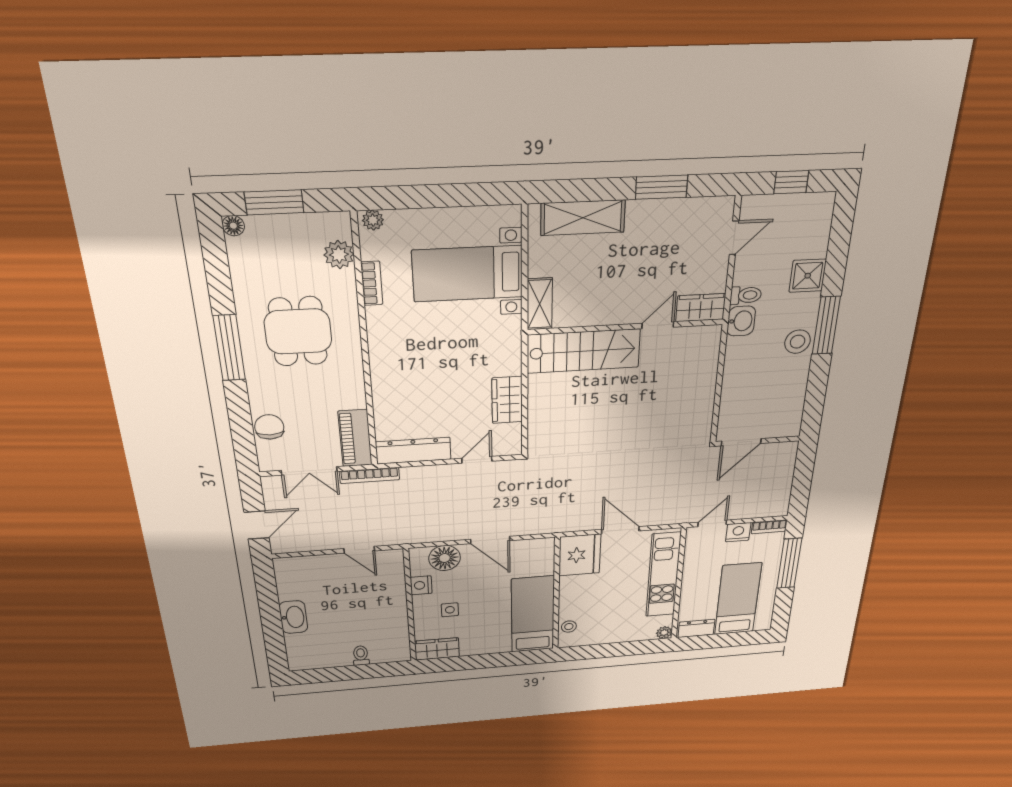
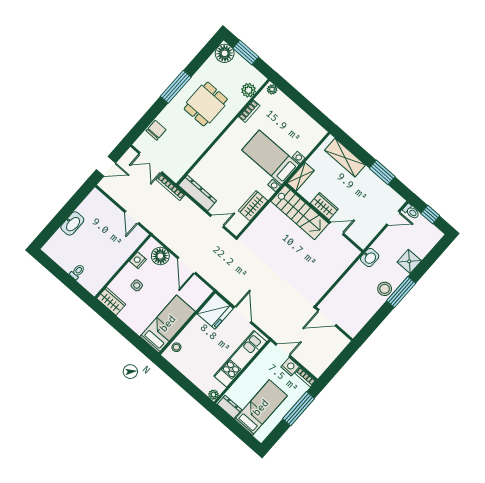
floor lamp: (233, 226) -> (225, 53), width x1.89, depth x1.89
bed with nightstands: (468, 274) -> (270, 157), moved
toilet: (746, 295) -> (411, 211), moved
wardrobe: (701, 308) -> (324, 206), moved
piano: (355, 438) -> (182, 166), removed

